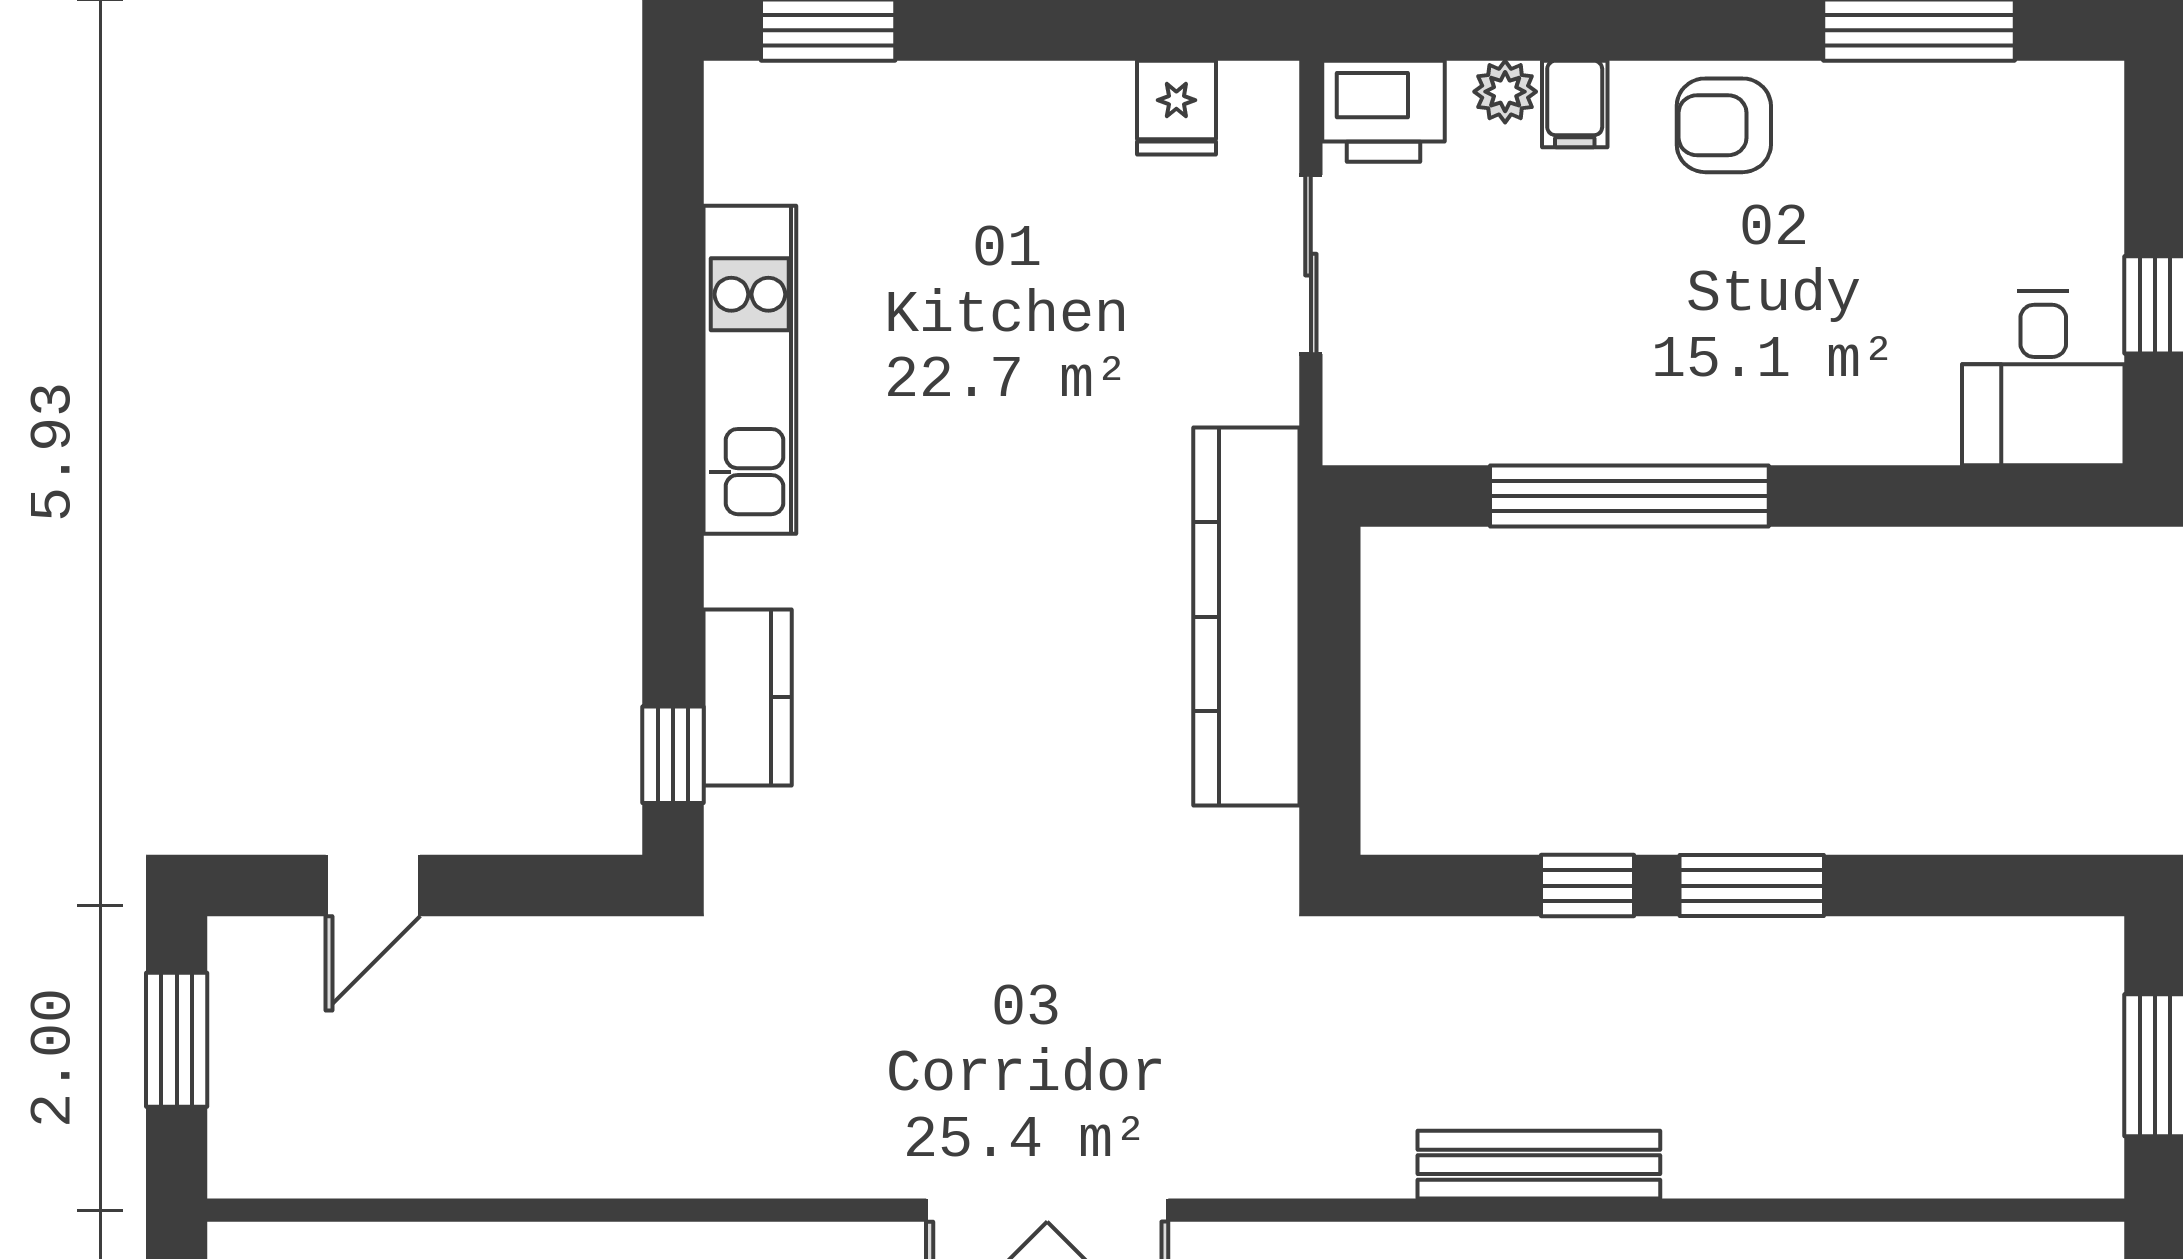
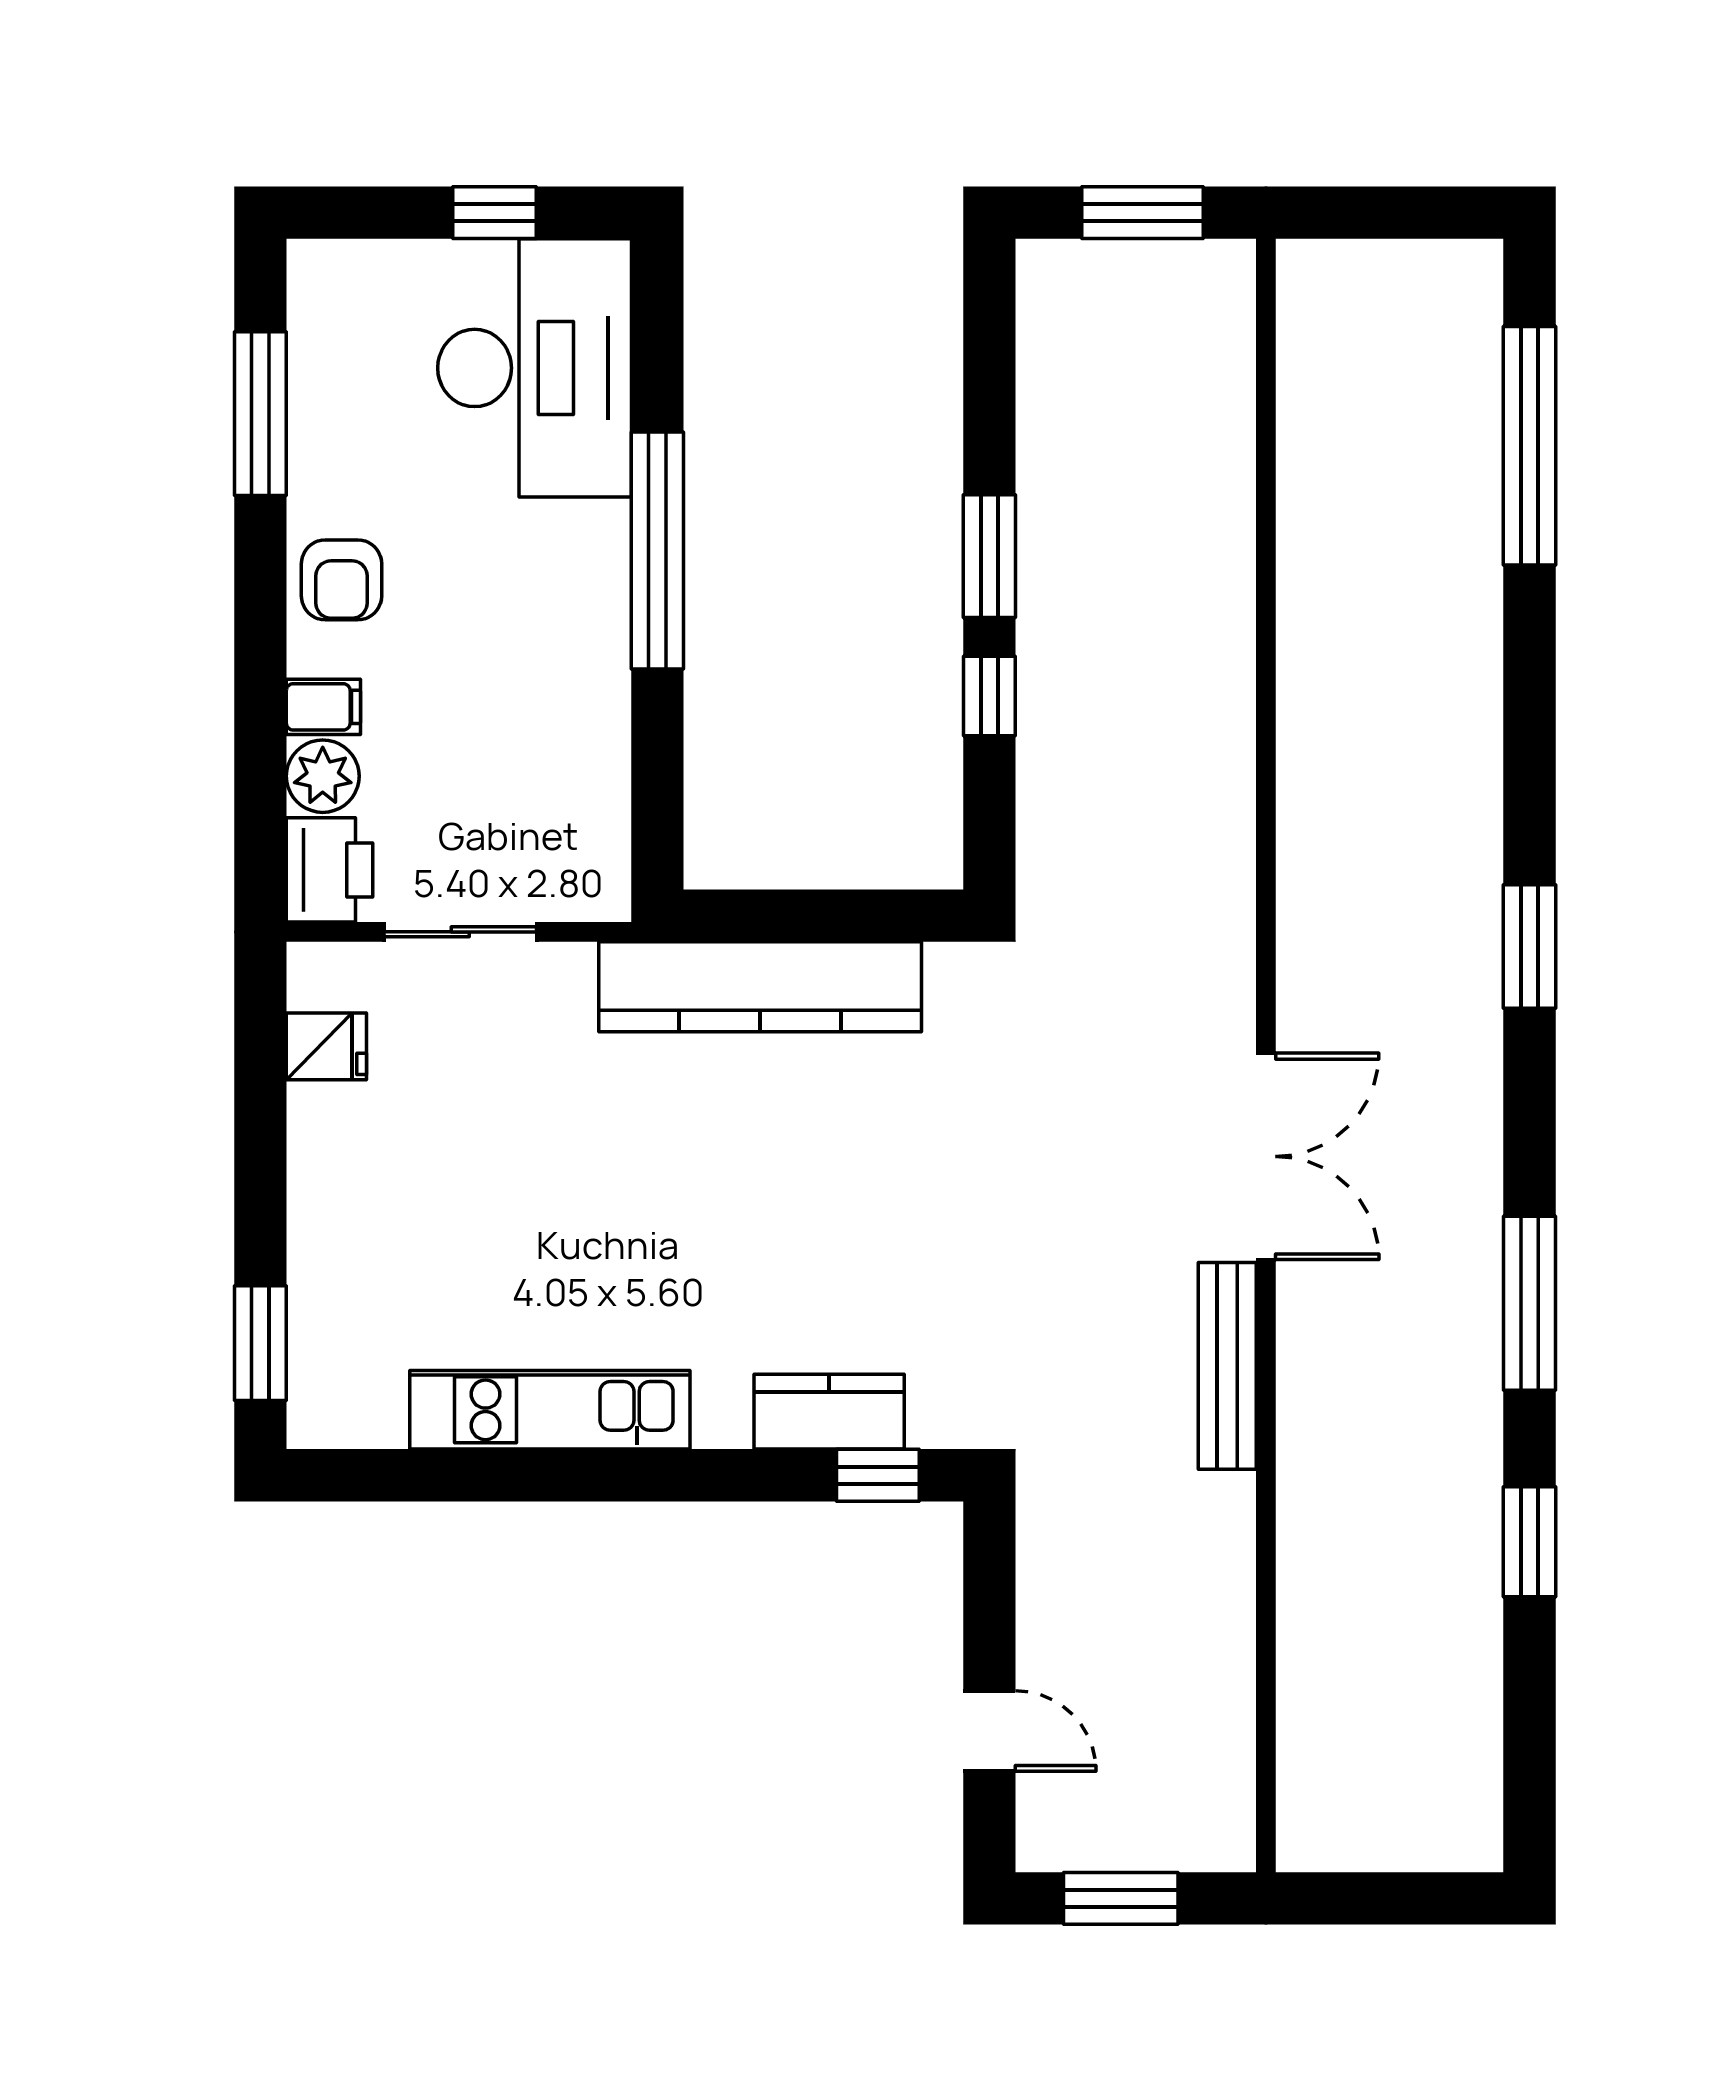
plant: (1505, 92) -> (323, 776), width x1.38, depth x1.38
desk: (2043, 378) -> (535, 368), width x1.87, depth x1.30
window: (1629, 496) -> (657, 551), moved
bench: (1539, 1165) -> (1227, 1366), moved

